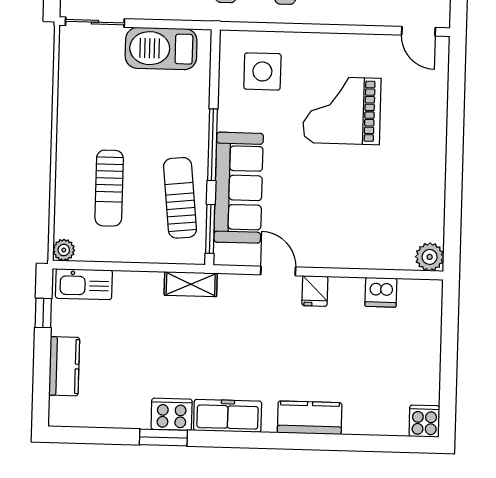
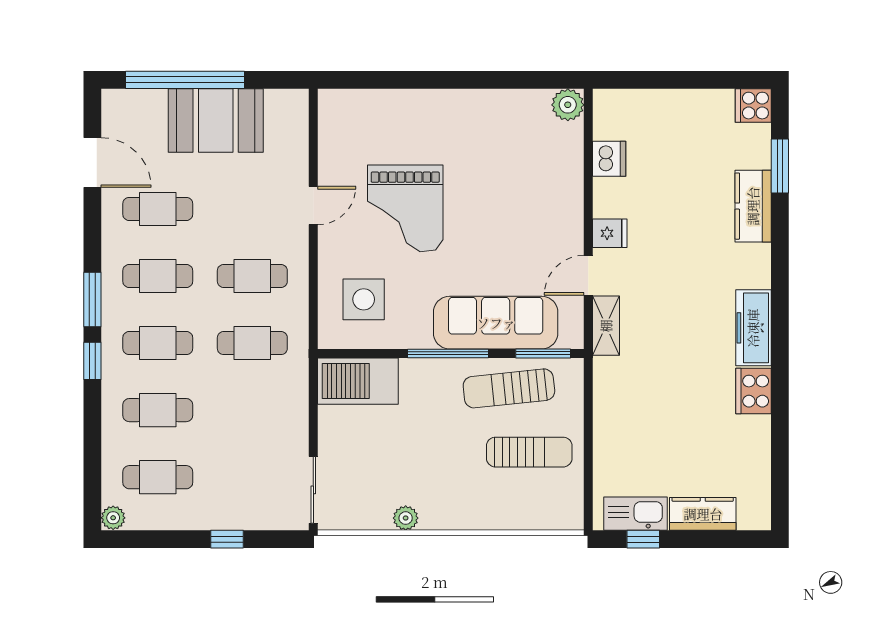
door: (418, 31) -> (313, 206), moved
barbecue: (161, 48) -> (358, 381), moved, turned 90
sun lounger: (109, 188) -> (529, 452), moved
plant: (64, 250) -> (406, 518), moved
kitchen sink: (84, 284) -> (636, 514), moved, turned -90
shelving: (191, 284) -> (606, 326), moved
kitchen counter: (310, 418) -> (753, 206), moved
window: (163, 437) -> (780, 166), moved

